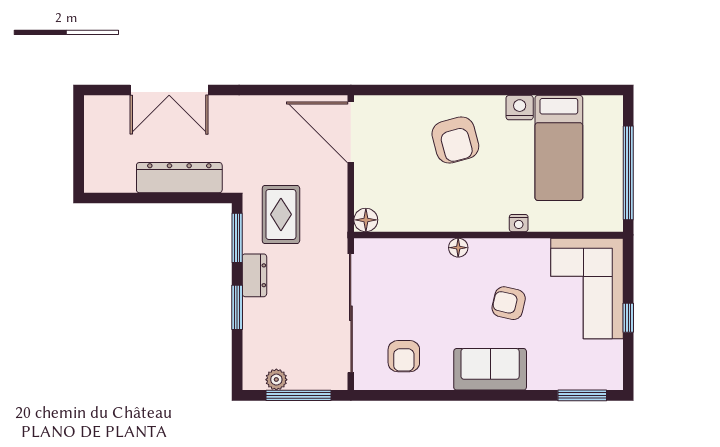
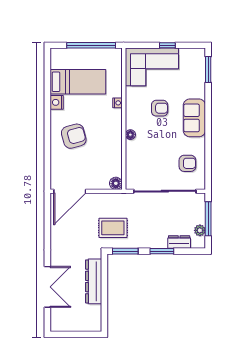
dresser: (254, 275) -> (179, 242), moved
armchair: (509, 303) -> (160, 108), turned -103

